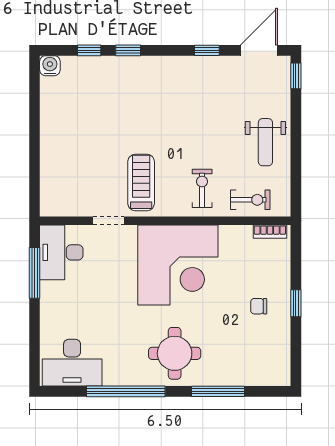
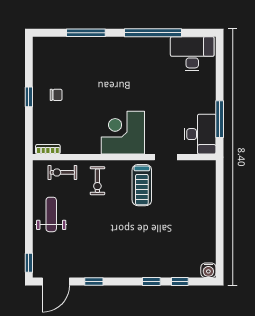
corner desk: (178, 265) -> (123, 133), width x0.74, depth x0.74
round table: (175, 353) -> (117, 60), removed

